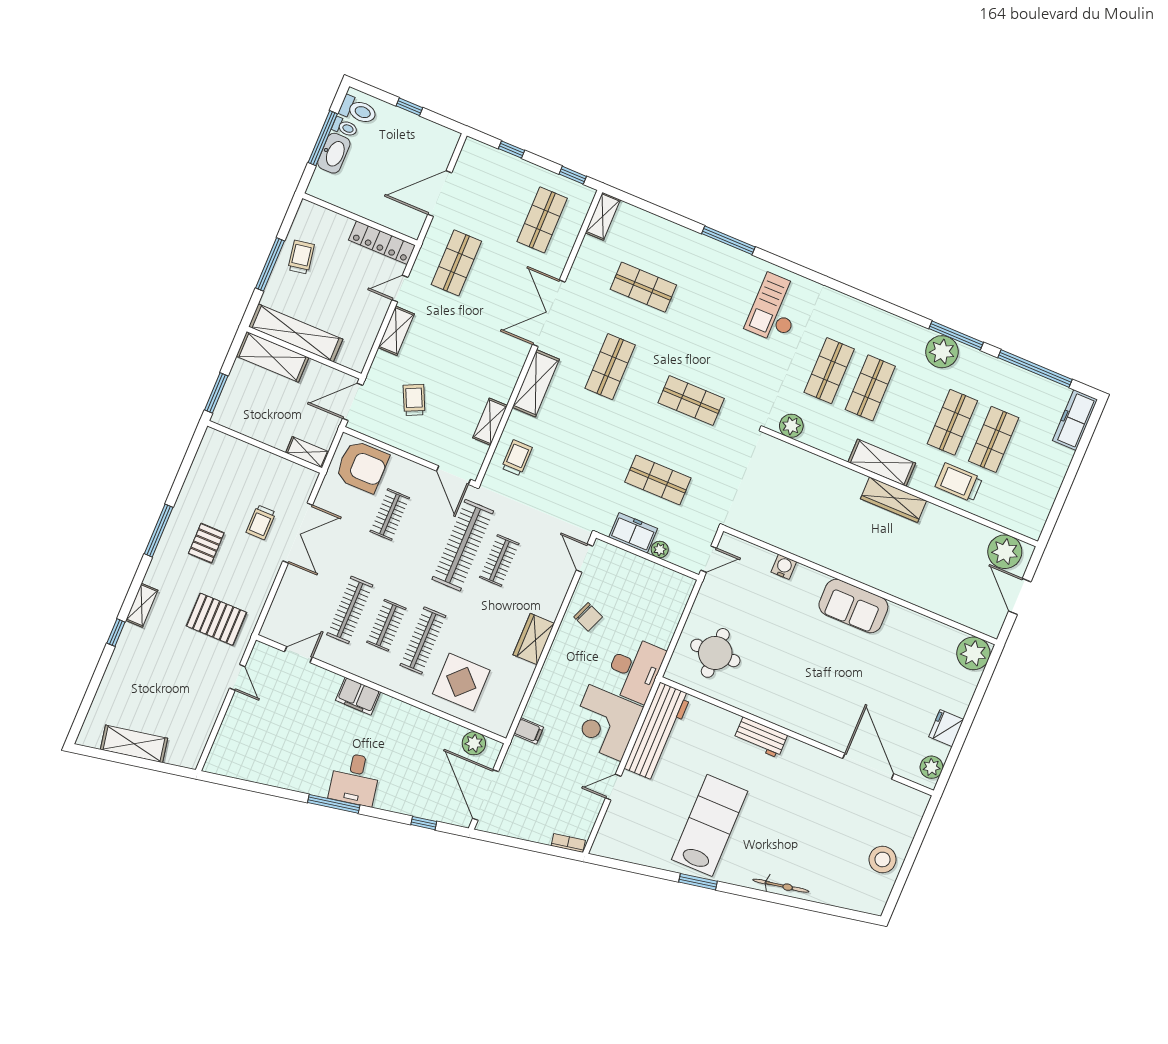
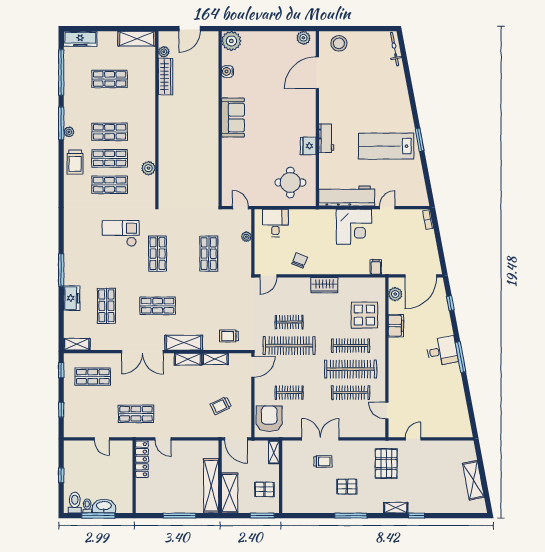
door: (440, 194) -> (102, 439), width x0.53
trolley: (301, 257) -> (168, 500), removed
checkout: (775, 308) -> (121, 233), moved, turned 180
shelving: (396, 331) -> (188, 359), moved
plant: (942, 352) -> (69, 132), width x0.53, depth x0.53
pallet: (255, 413) -> (264, 489), added
shop shelf: (952, 422) -> (110, 132), moved
plant: (791, 426) -> (148, 168), moved
shelving: (882, 463) -> (137, 39), moved, turned 90
trolley: (959, 482) -> (75, 162), moved
wardrobe: (893, 500) -> (166, 77), moved
freezer: (633, 533) -> (72, 298), moved, turned 180
plant: (1005, 552) -> (164, 52), width x0.53, depth x0.53
water cooler: (784, 567) -> (227, 71), moved
clothes rail: (386, 625) -> (351, 369), width x1.86, depth x1.31
desk: (635, 669) -> (275, 223), moved, width x0.73
filing cabinet: (358, 696) -> (396, 326), moved
fridge: (946, 728) -> (308, 146), moved, turned 90
door: (613, 787) -> (387, 208), swing flipped
stool: (883, 859) -> (339, 43), moved
bicycle: (781, 886) -> (395, 49), moved

